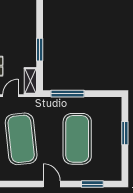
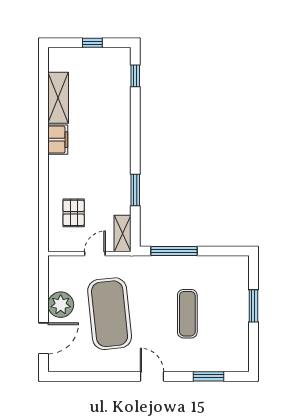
exercise mat: (77, 139) -> (187, 314), width x0.50, depth x0.69

